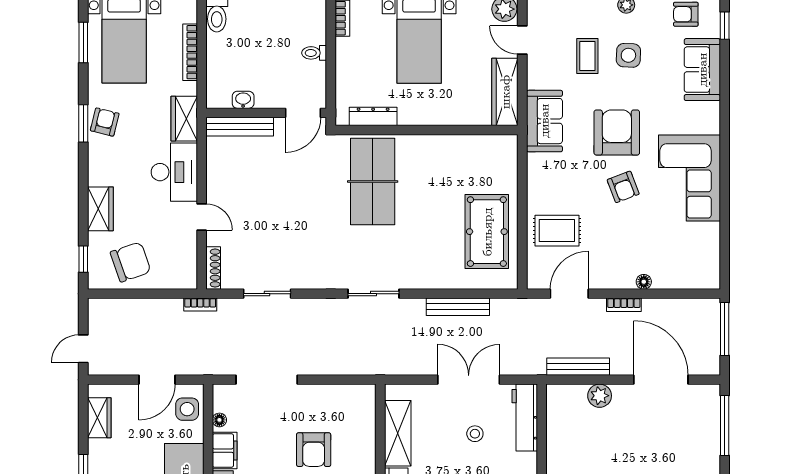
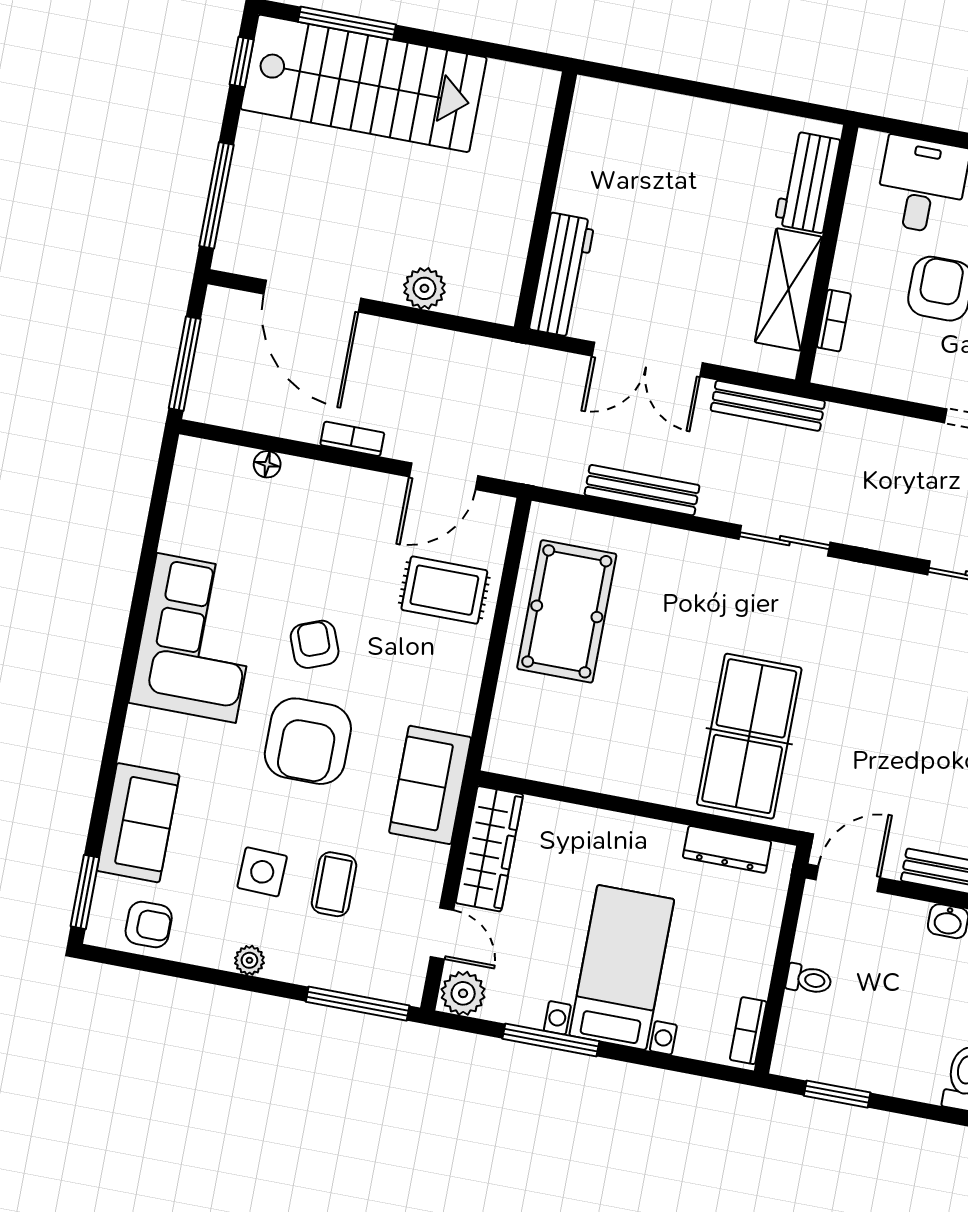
window: (725, 26) -> (85, 892), width x1.50
floor lamp: (644, 282) -> (267, 464), moved
bench: (578, 367) -> (768, 406), moved
bookcase: (369, 421) -> (834, 321), added
stool: (475, 434) -> (654, 263), removed

